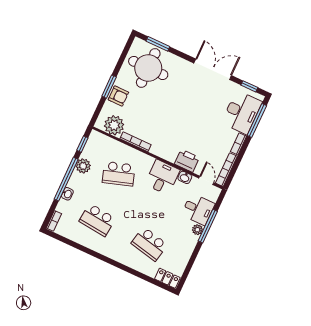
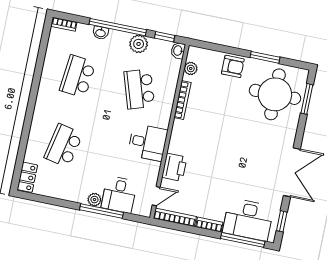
window: (109, 87) -> (265, 57), moved
armchair: (118, 96) -> (233, 66), turned -90
plant: (114, 125) -> (191, 68), width x0.53, depth x0.53
washbasin: (185, 177) -> (178, 51), moved

